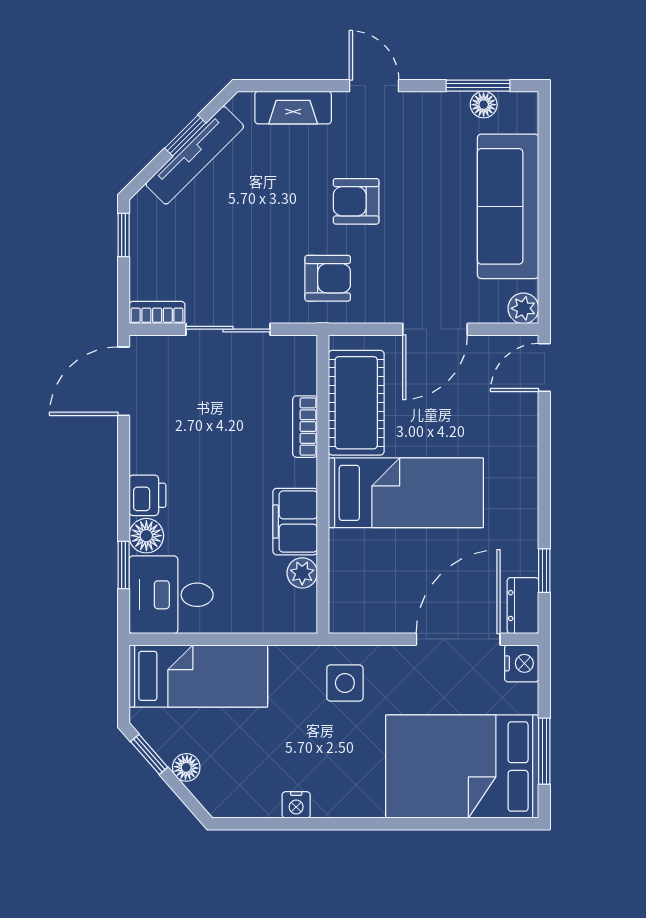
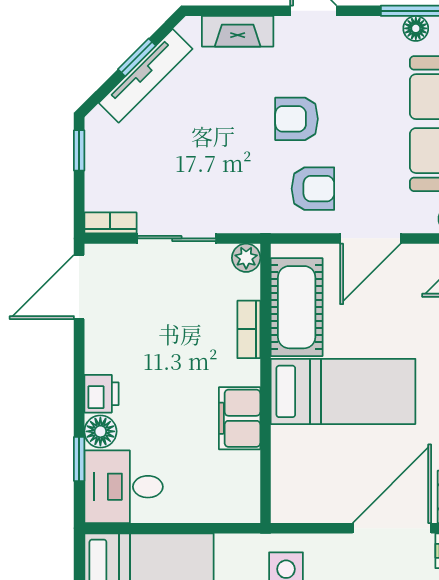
armchair: (328, 278) -> (313, 189), moved
plant: (302, 573) -> (246, 258), moved

